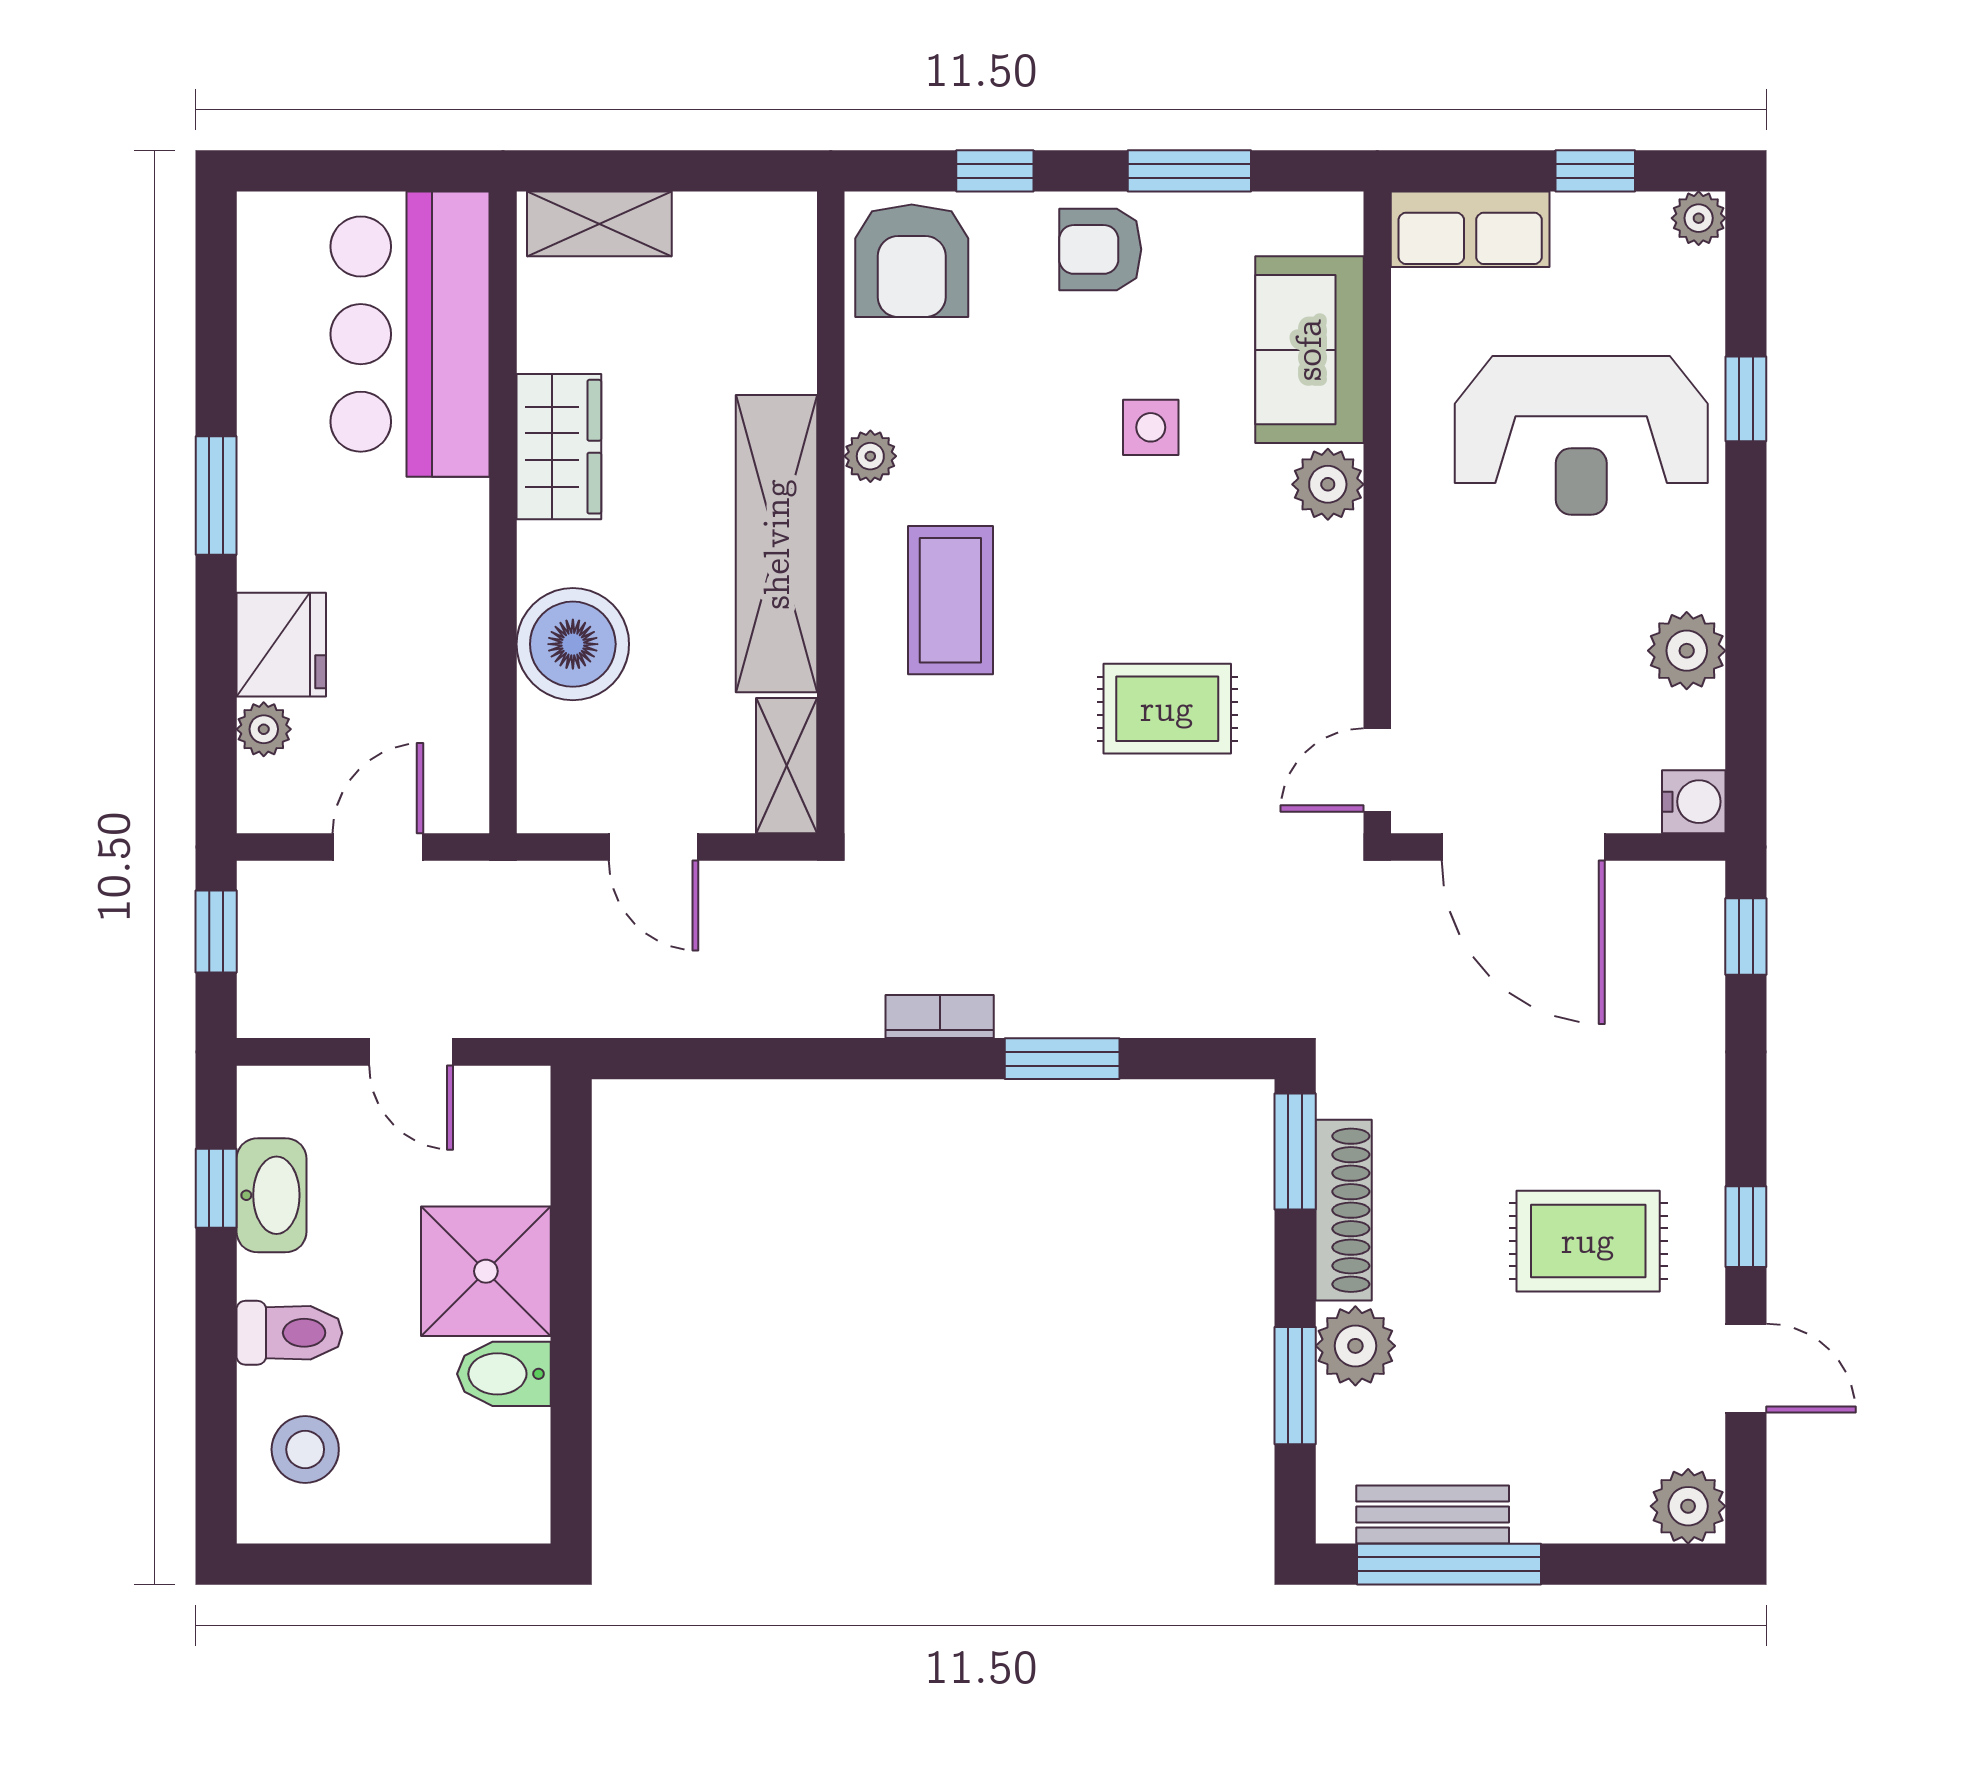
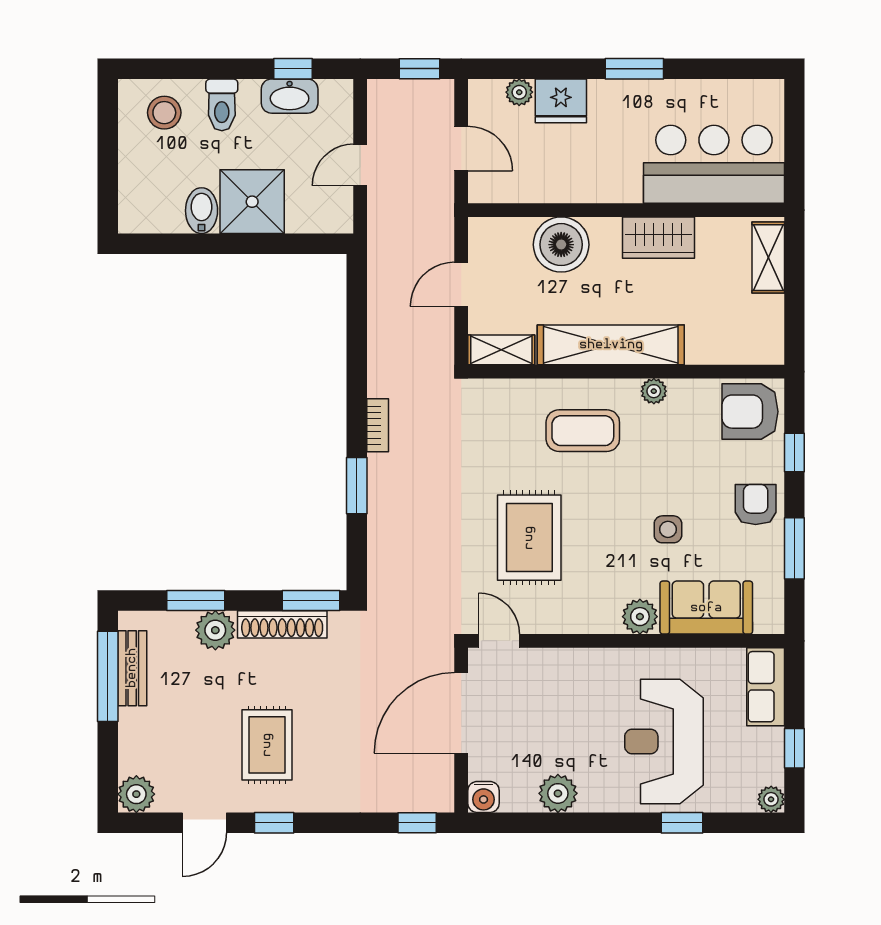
rug: (1167, 709) -> (529, 538), width x1.36, depth x1.43

